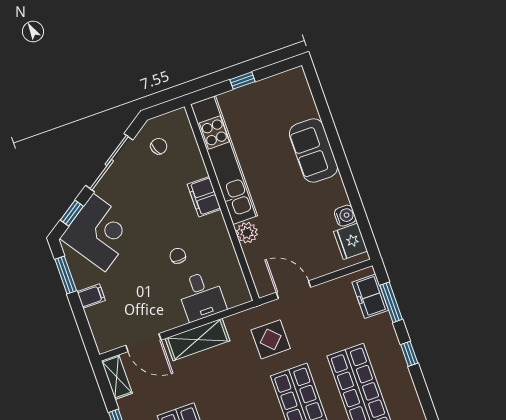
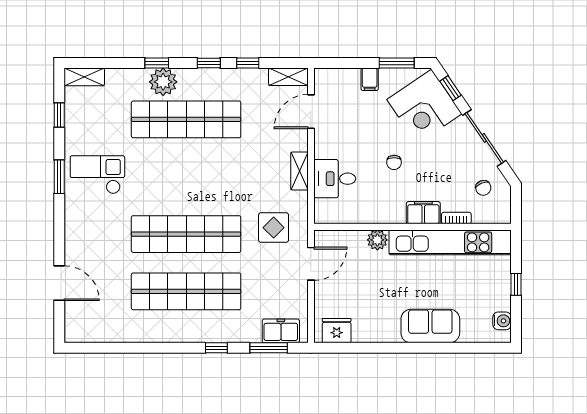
bookcase: (198, 162) -> (456, 218), added
water cooler: (345, 216) -> (502, 321), moved, turned -90
chair: (178, 256) -> (394, 162), moved, turned 90
shelving: (198, 340) -> (299, 171), width x0.67, depth x0.75

